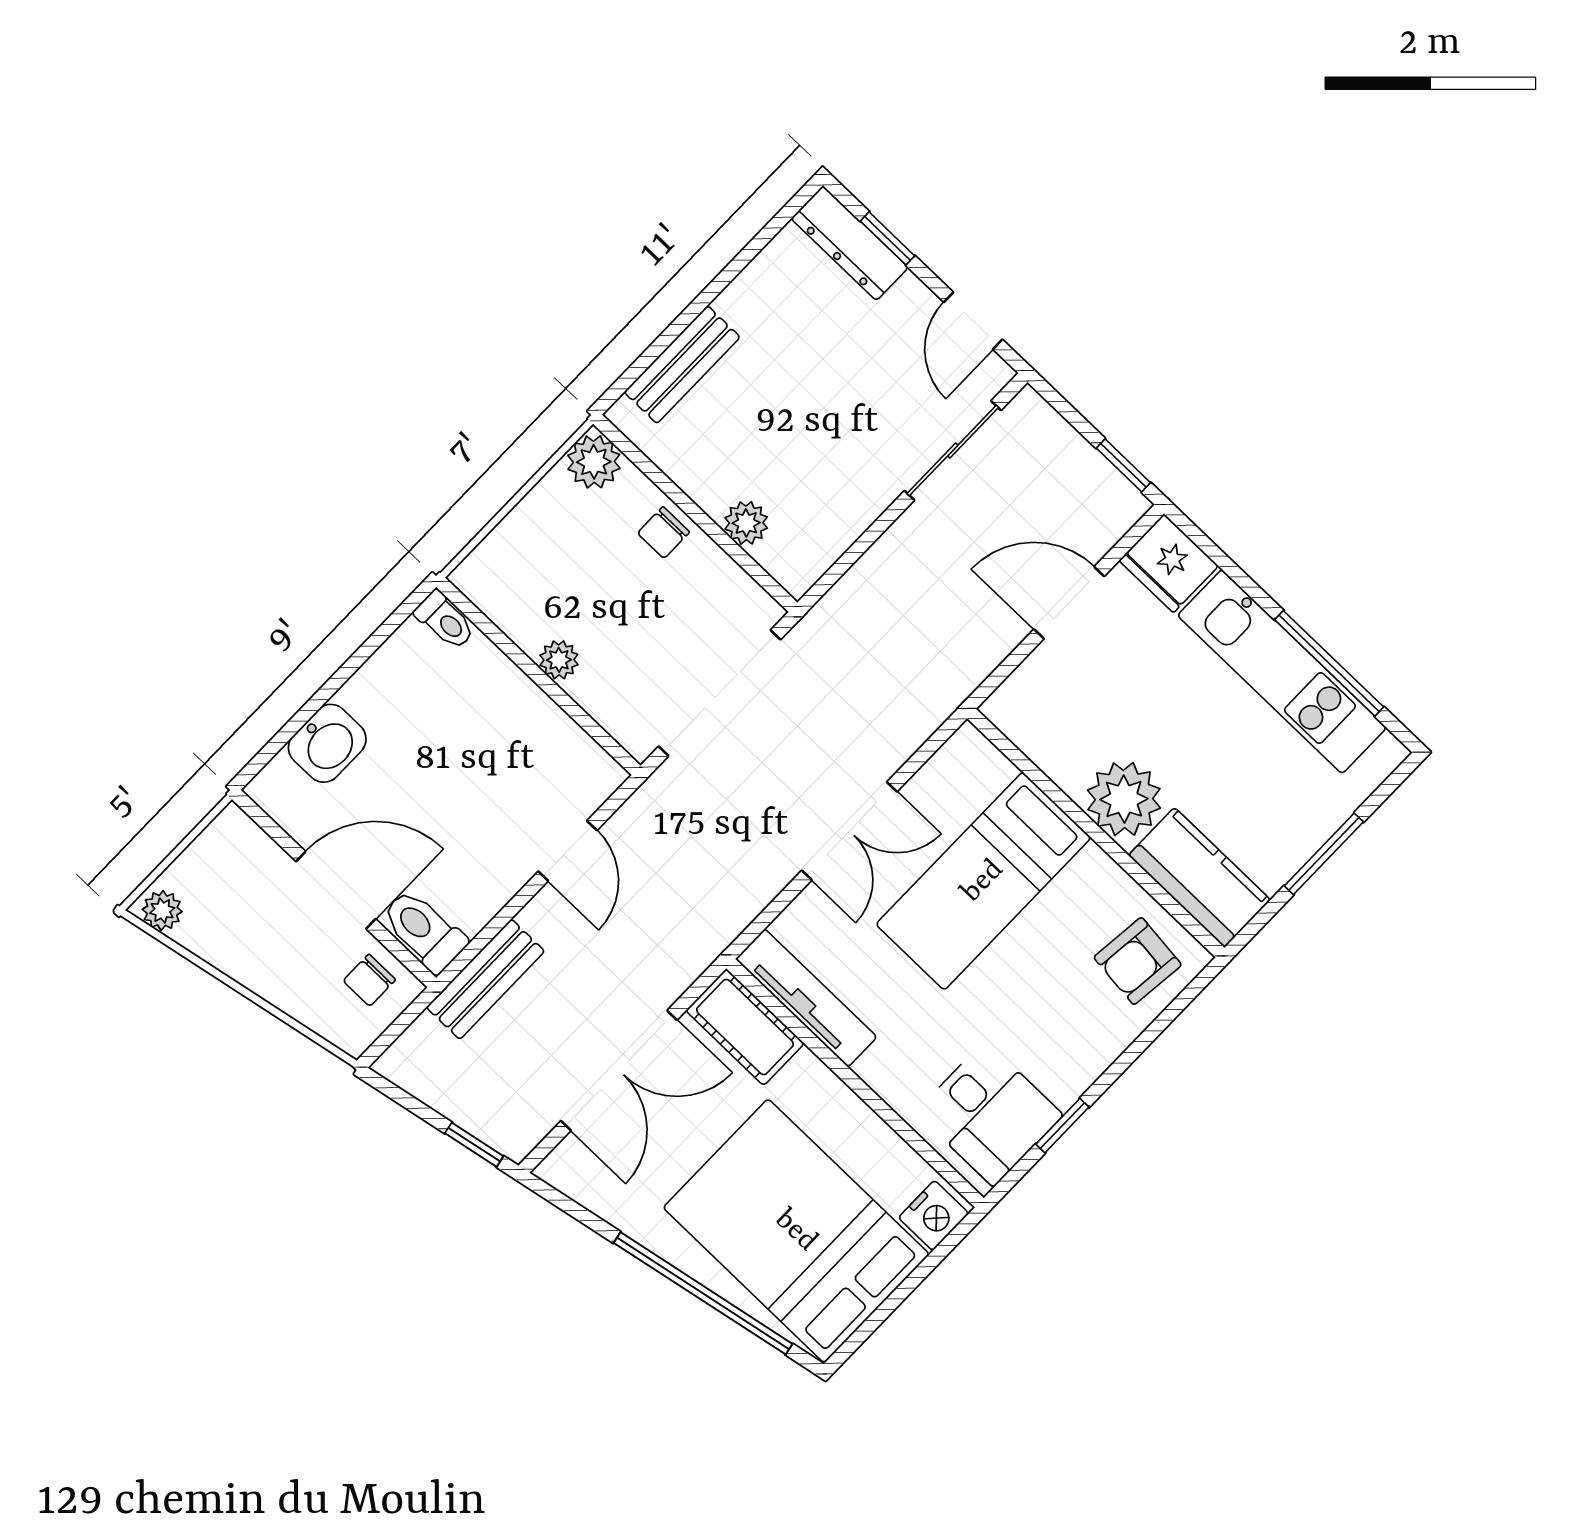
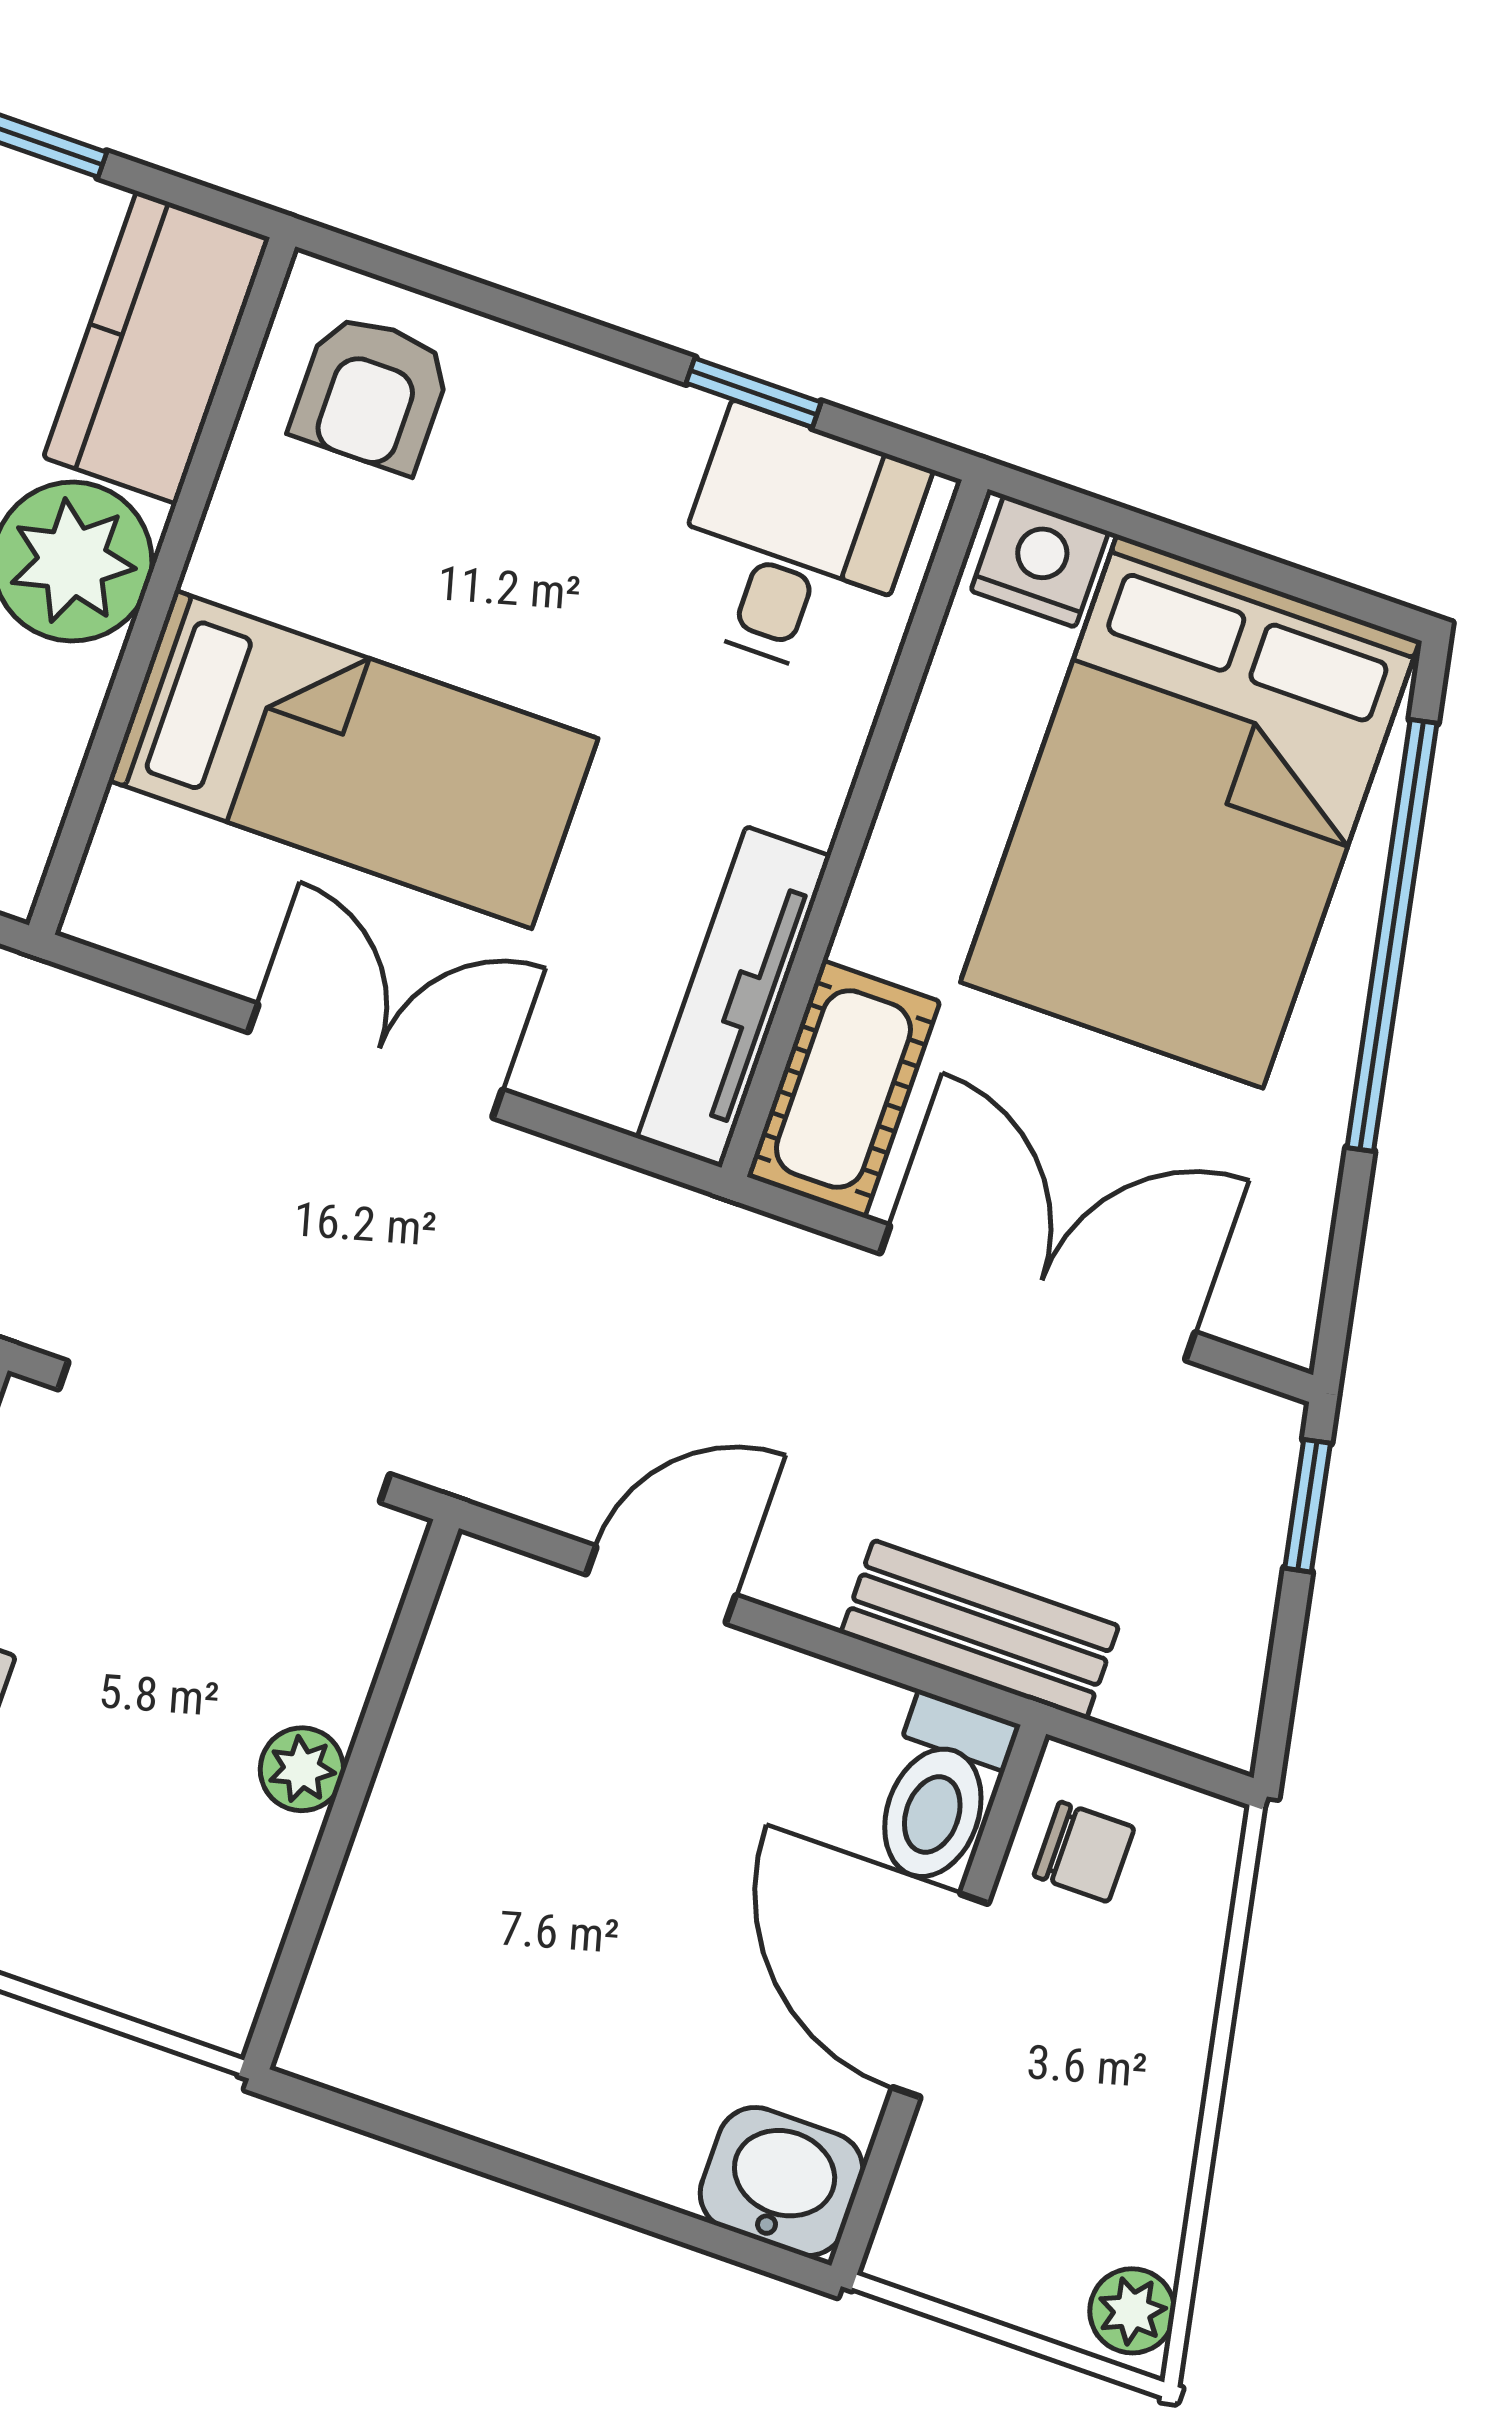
toilet: (445, 620) -> (326, 2023), removed
washbasin: (327, 743) -> (782, 2182), moved
armchair: (1138, 961) -> (371, 393), turned 84

